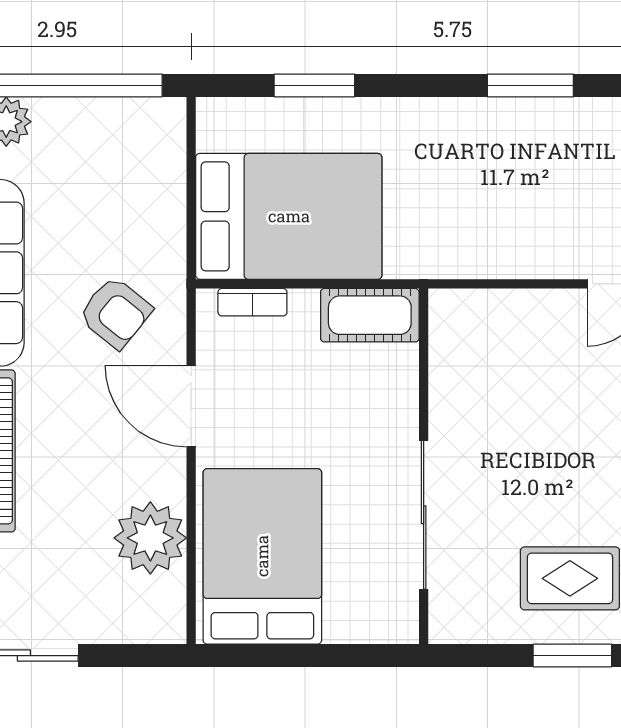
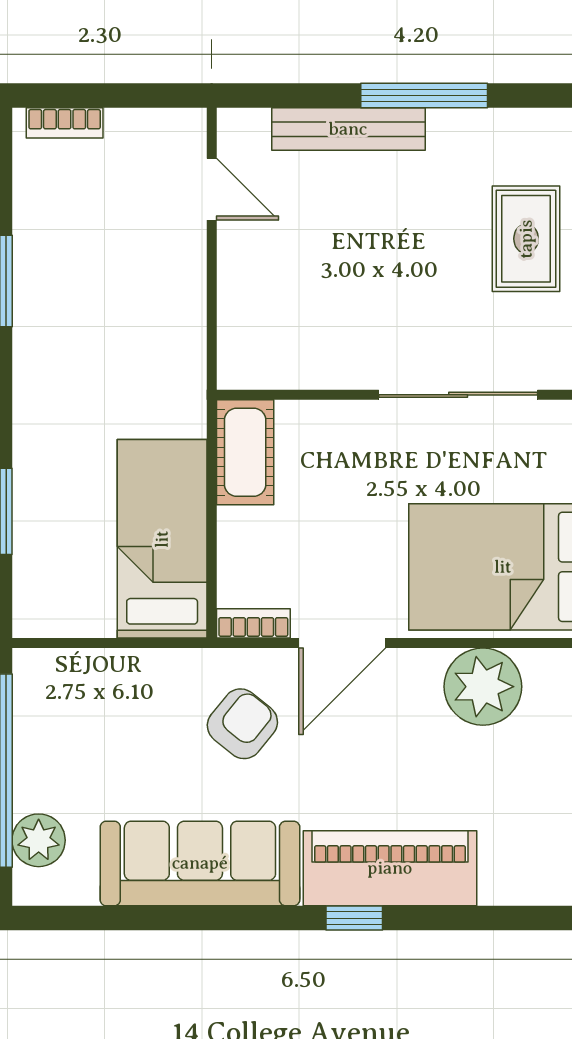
bed: (289, 216) -> (162, 539), width x0.67
bookcase: (252, 302) -> (253, 623), moved, turned -90

